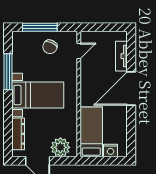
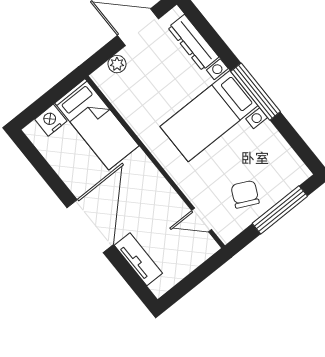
door: (79, 51) -> (202, 220), hinge flipped
window: (8, 72) -> (256, 92), moved
plant: (60, 147) -> (117, 64), width x0.53, depth x0.53

